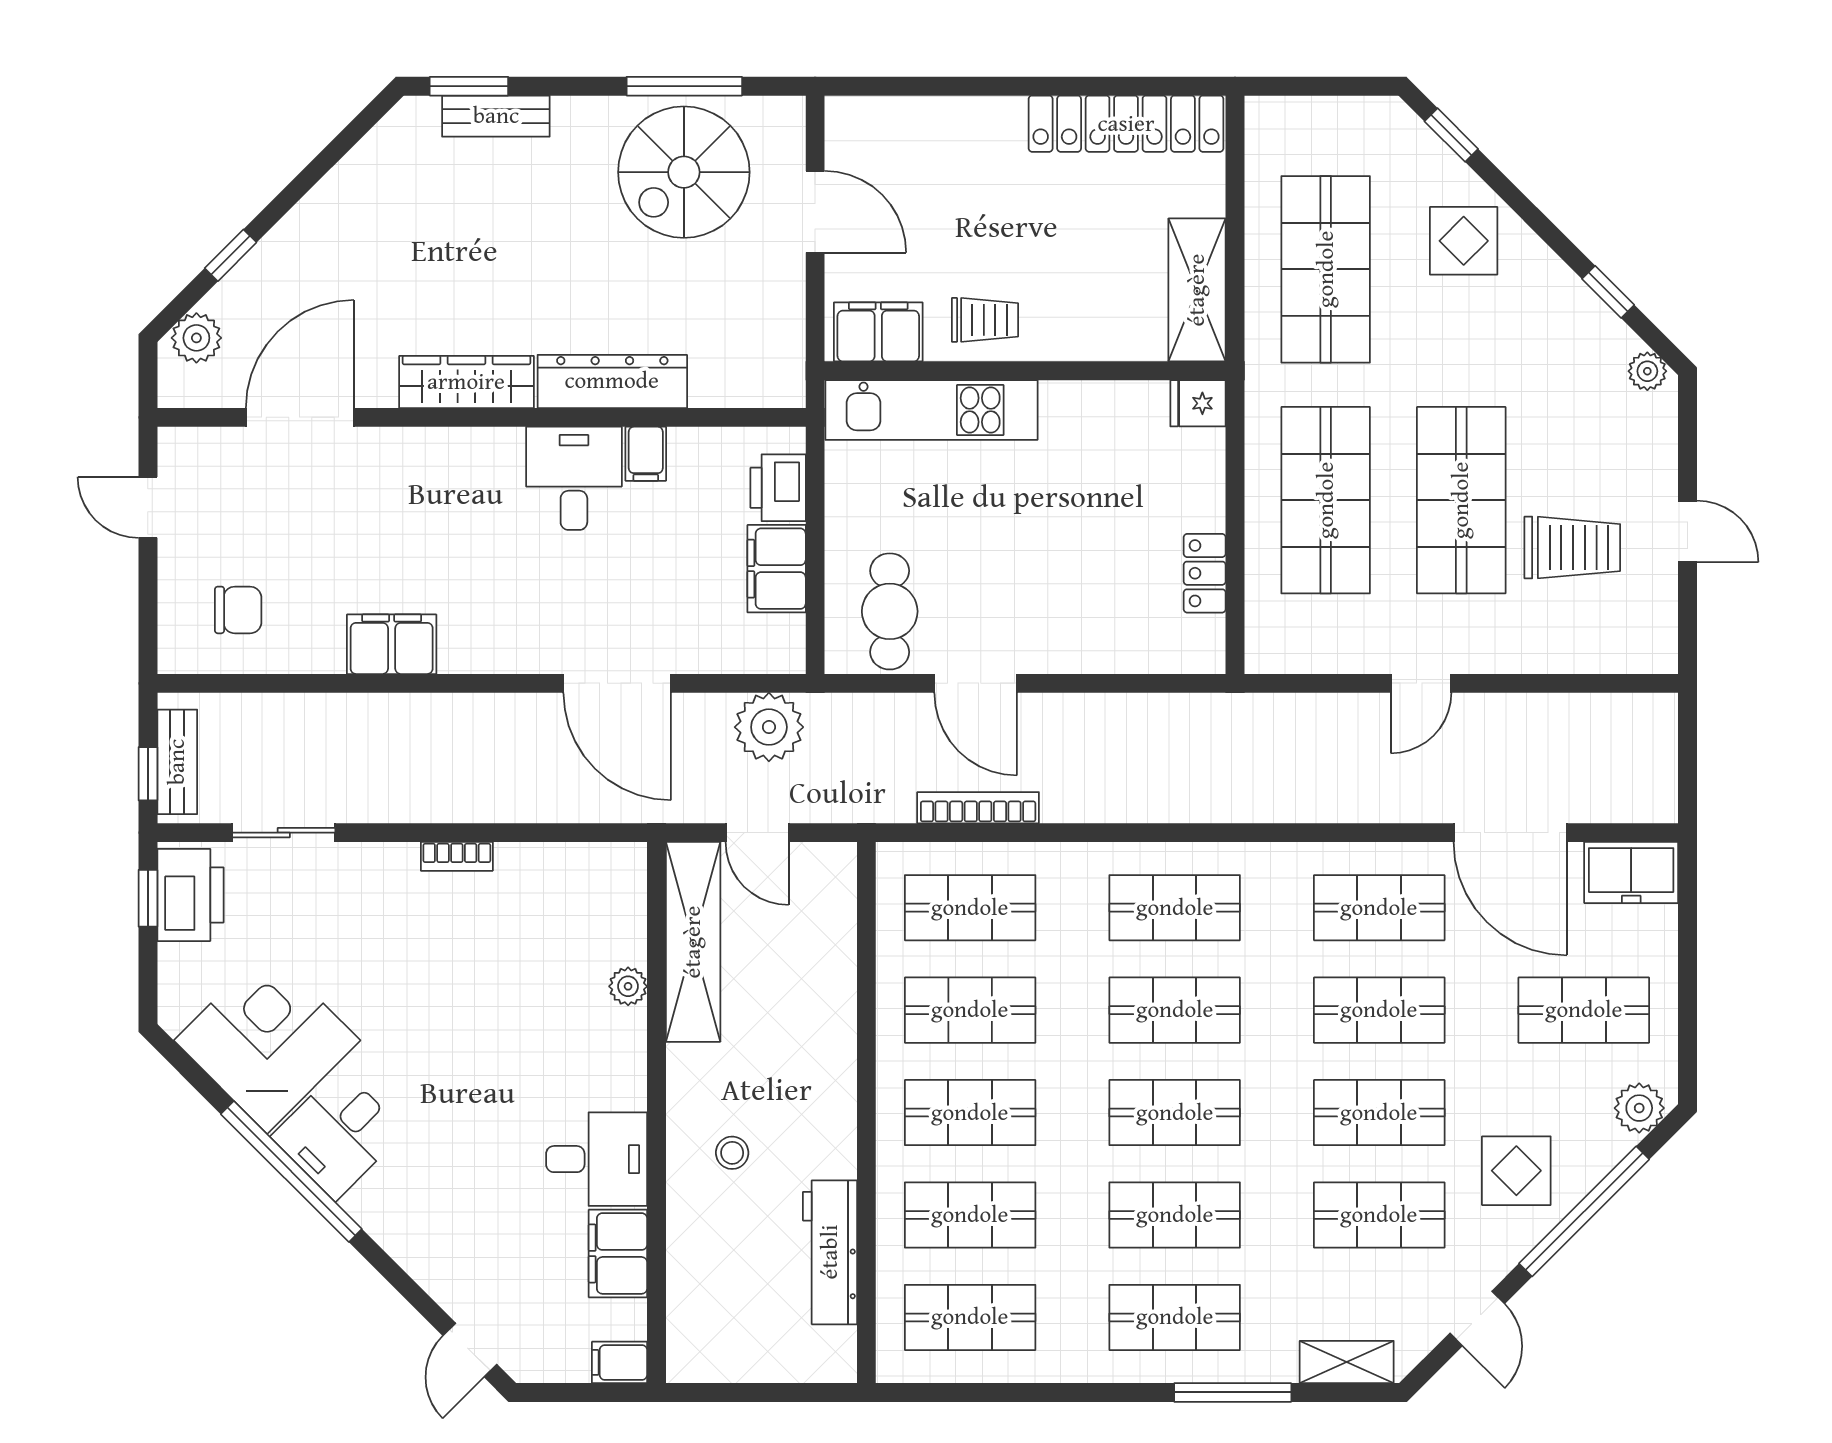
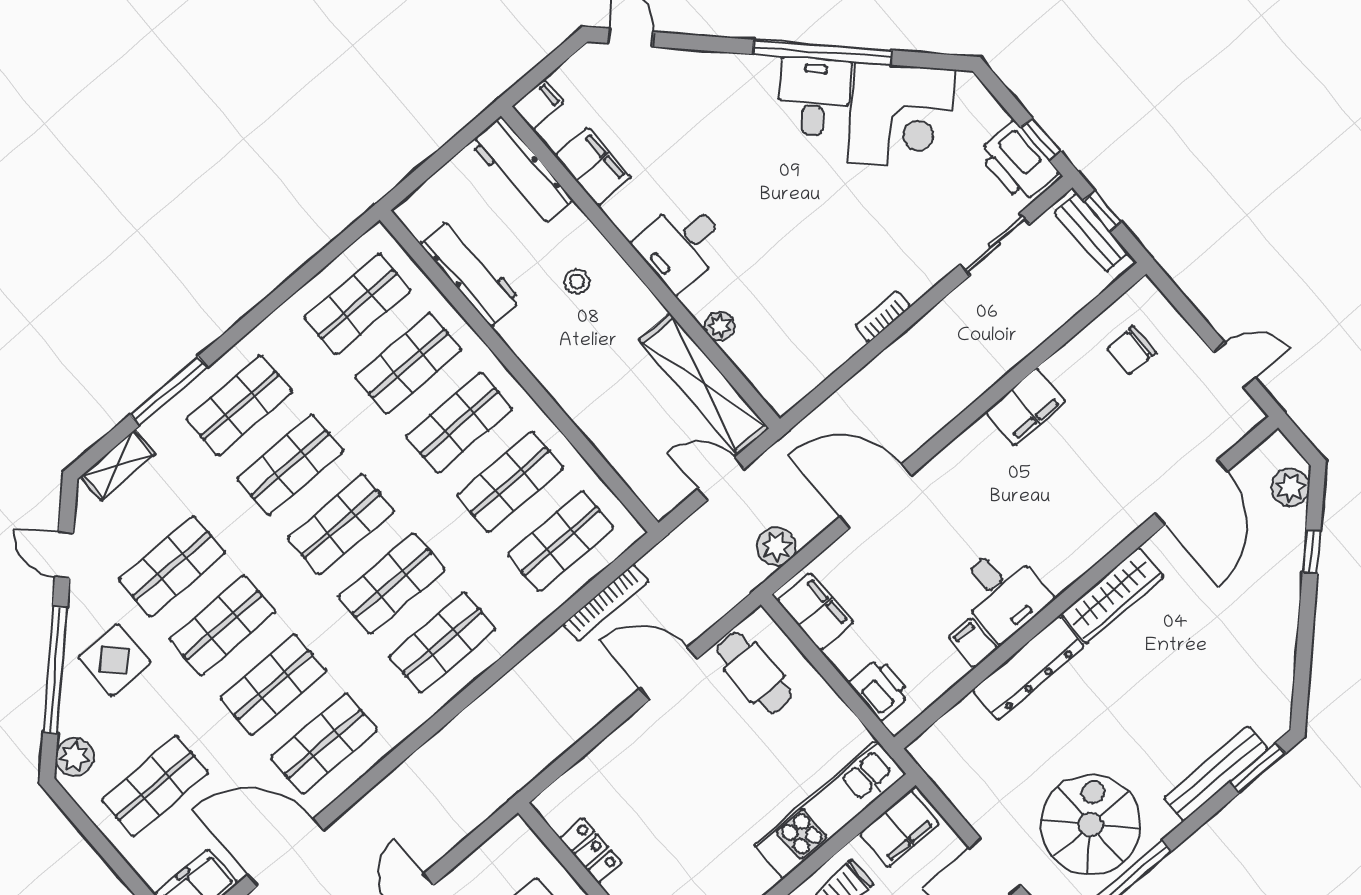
bench: (496, 116) -> (1216, 774), width x1.36
filing cabinet: (777, 569) -> (815, 612), moved
plant: (769, 727) -> (776, 547), width x0.73, depth x0.73
desk: (597, 1159) -> (681, 245), moved
workbench: (693, 1310) -> (521, 171), added

